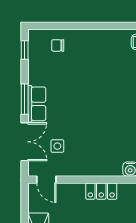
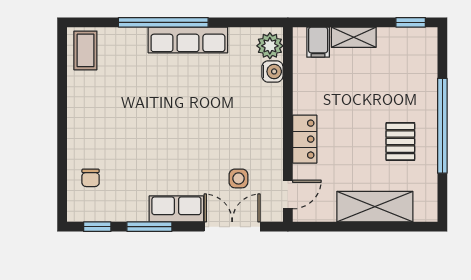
window: (25, 99) -> (149, 227), moved
locker: (101, 191) -> (305, 139), moved

